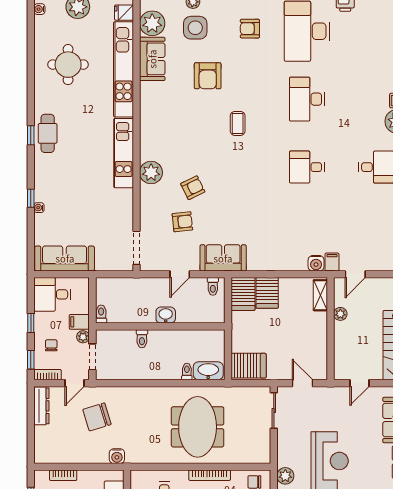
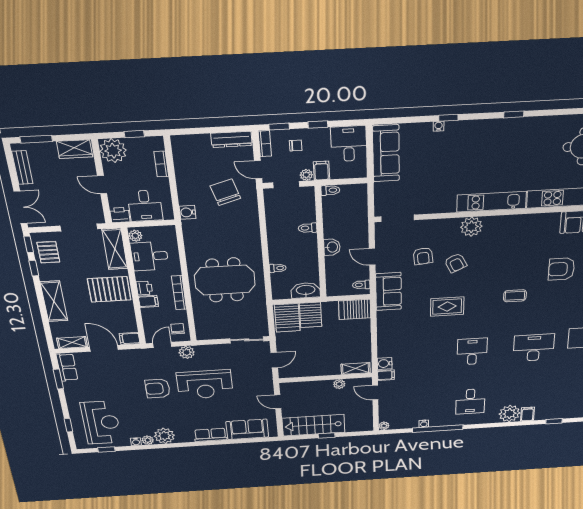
cafe table: (48, 133) -> (515, 131), removed
rug: (246, 196) -> (447, 307), added
server rack: (267, 293) -> (311, 315), moved, turned -90
washbasin: (208, 371) -> (306, 290), moved, turned -90

